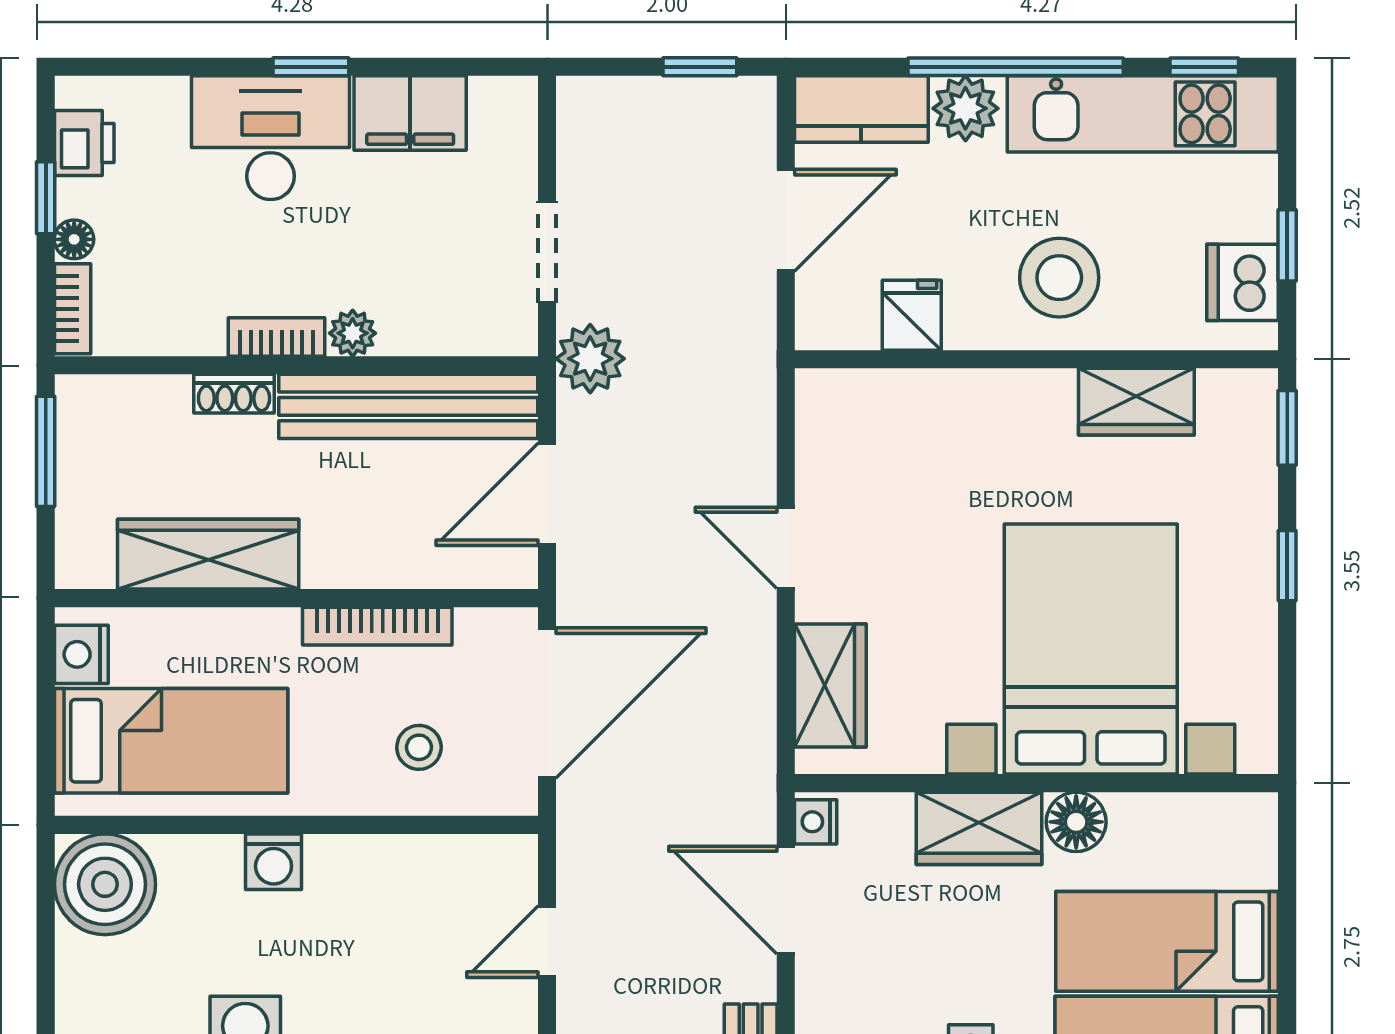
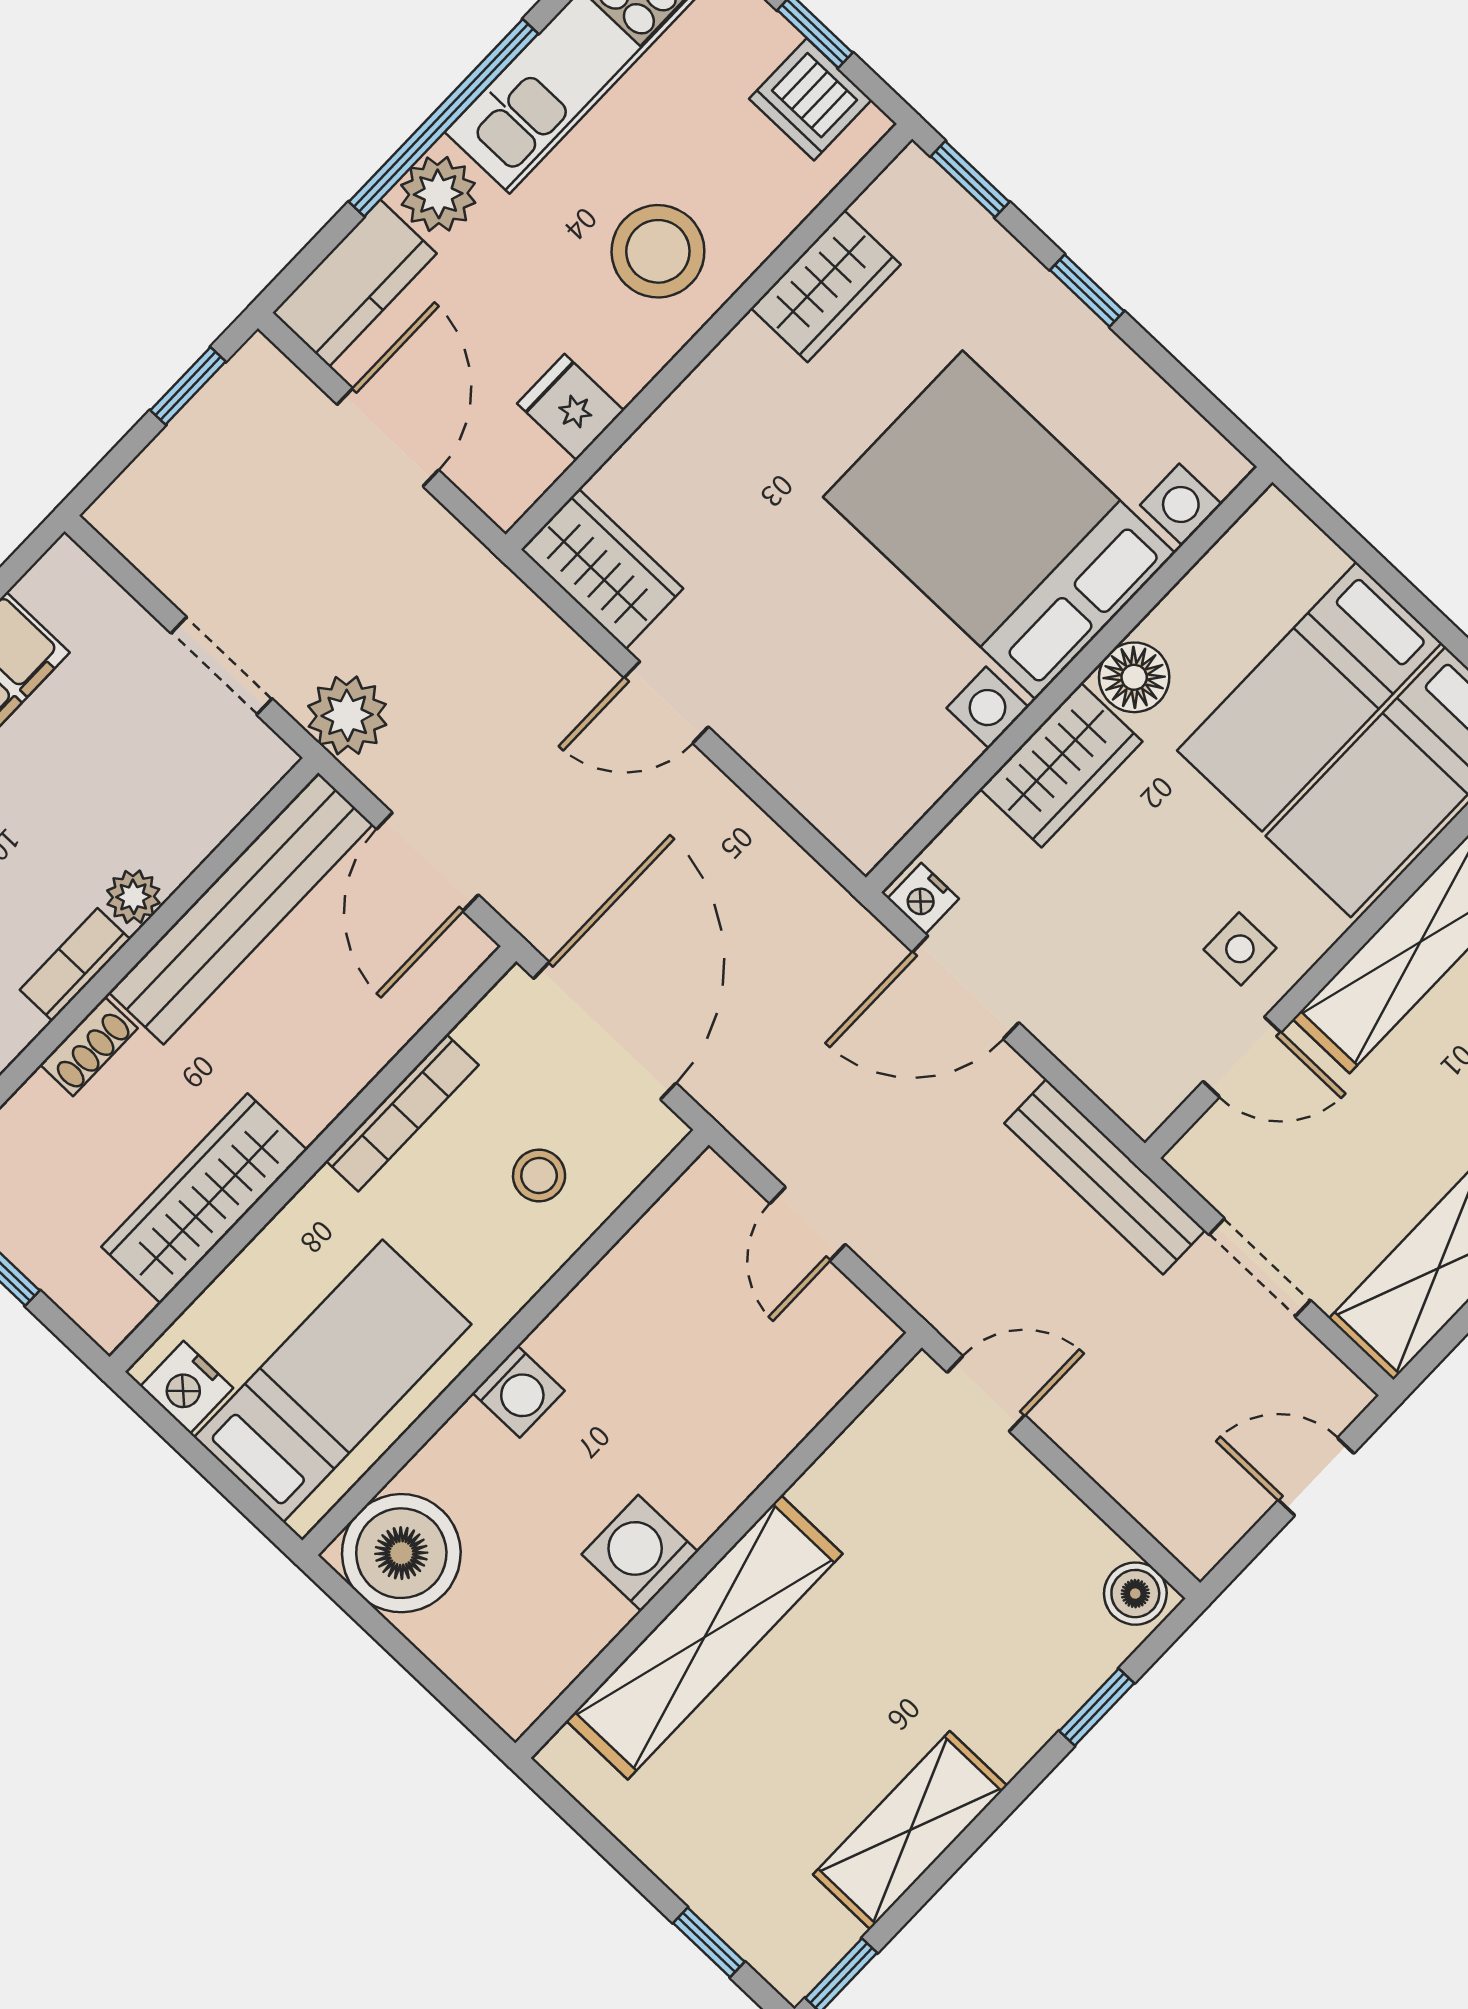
wardrobe: (830, 685) -> (602, 569), moved

